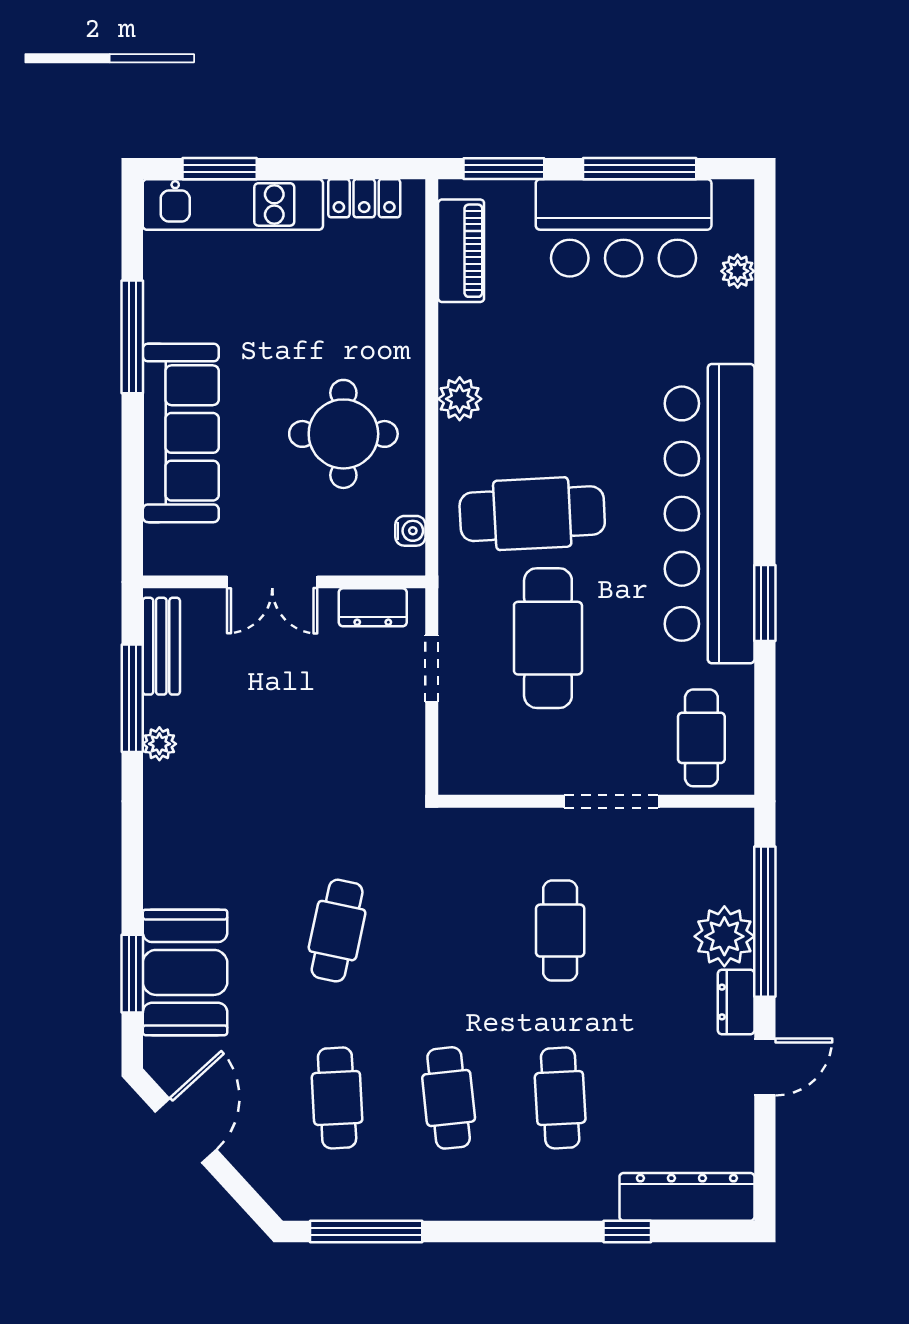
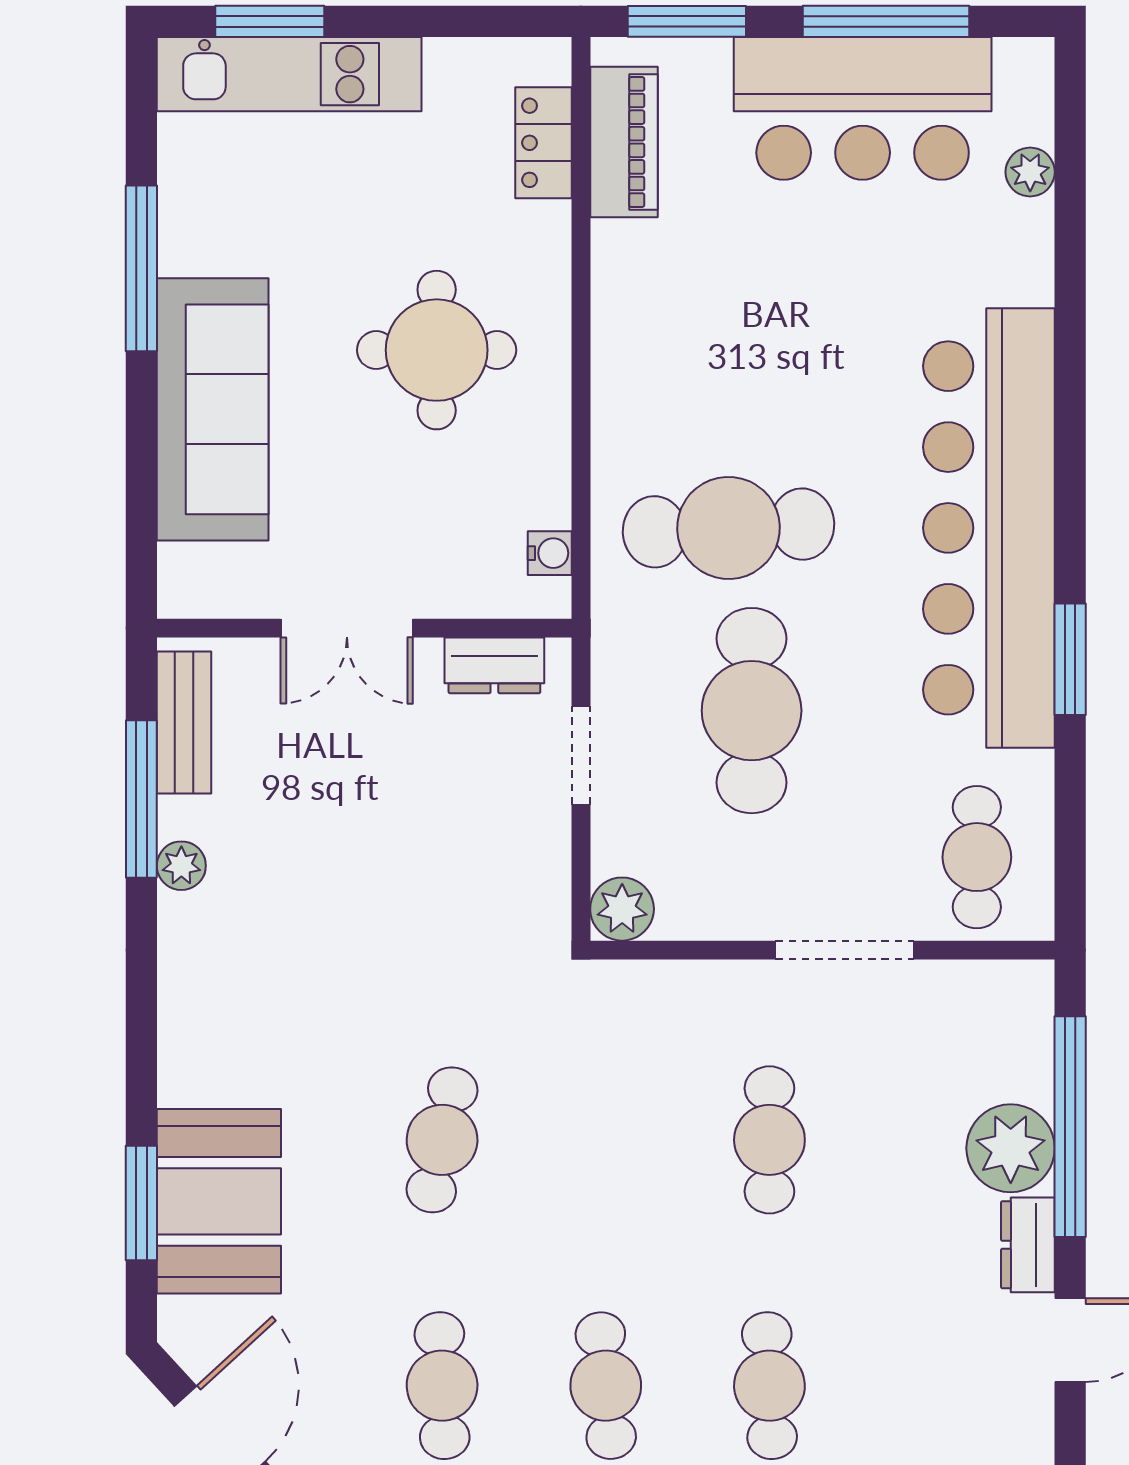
locker: (364, 198) -> (544, 143), moved, turned 90
plant: (460, 399) -> (622, 909), moved
round table: (343, 434) -> (437, 350), moved

